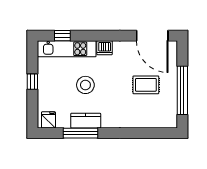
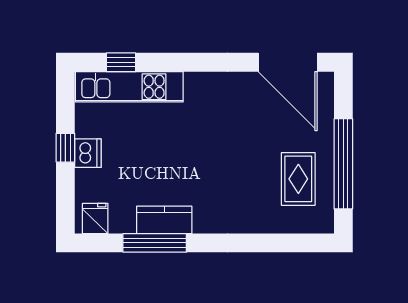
dishwasher: (105, 48) -> (88, 153), moved, turned -90
stool: (85, 85) -> (164, 154), removed
rug: (146, 85) -> (298, 179), moved, turned 90

